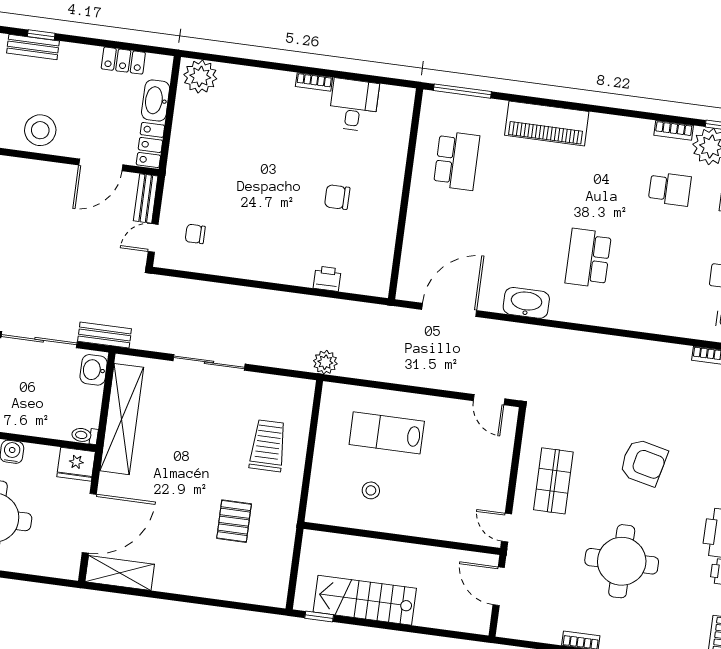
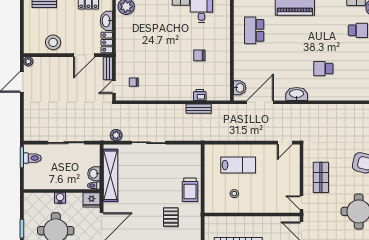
school desk: (457, 161) -> (254, 30), turned 180
school desk: (588, 258) -> (323, 69), width x0.54
washbasin: (411, 275) -> (240, 88), added
bench: (105, 335) -> (199, 109), moved
plant: (325, 362) -> (116, 135), moved
washbasin: (94, 370) -> (94, 174), moved
door: (489, 400) -> (285, 143), hinge flipped
lab bench: (387, 433) -> (238, 165), turned 180
trolley: (268, 446) -> (190, 190), moved, turned 180

